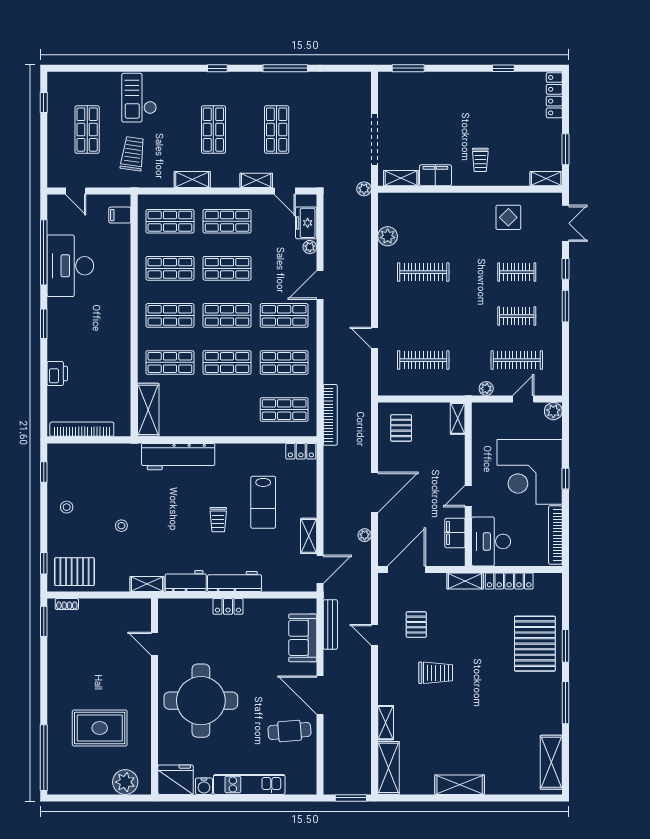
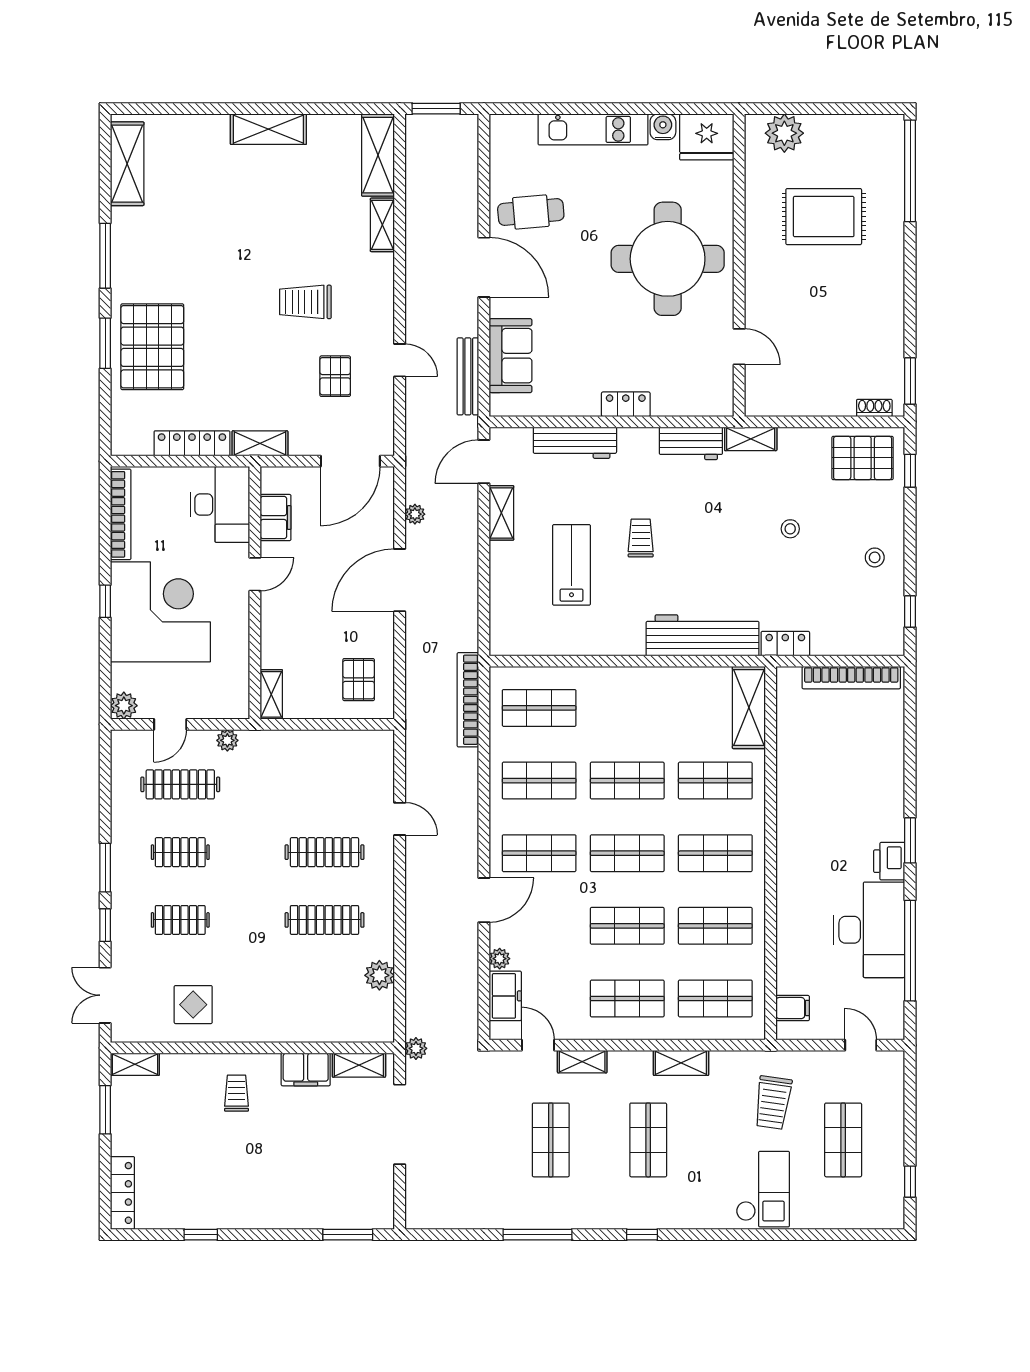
clothes rail: (423, 360) -> (324, 852), moved
printer: (57, 374) -> (889, 861), moved
locker: (301, 451) -> (785, 644), moved
workbench: (235, 581) -> (575, 443), moved

